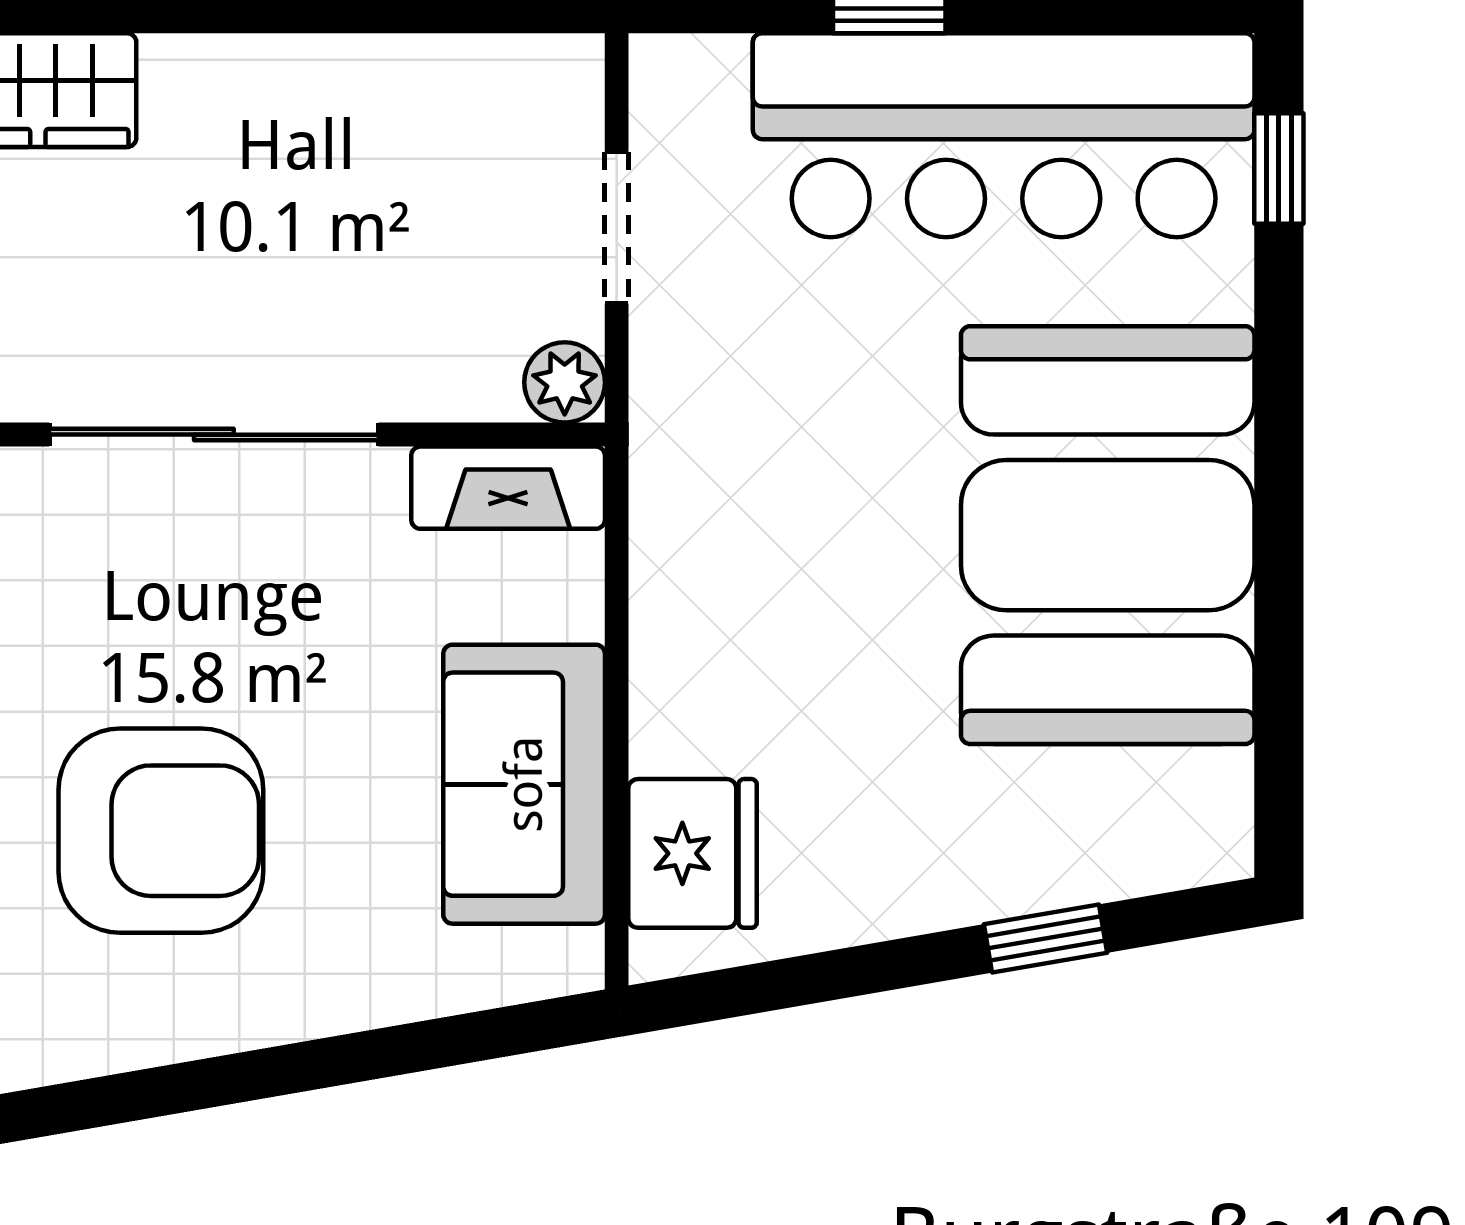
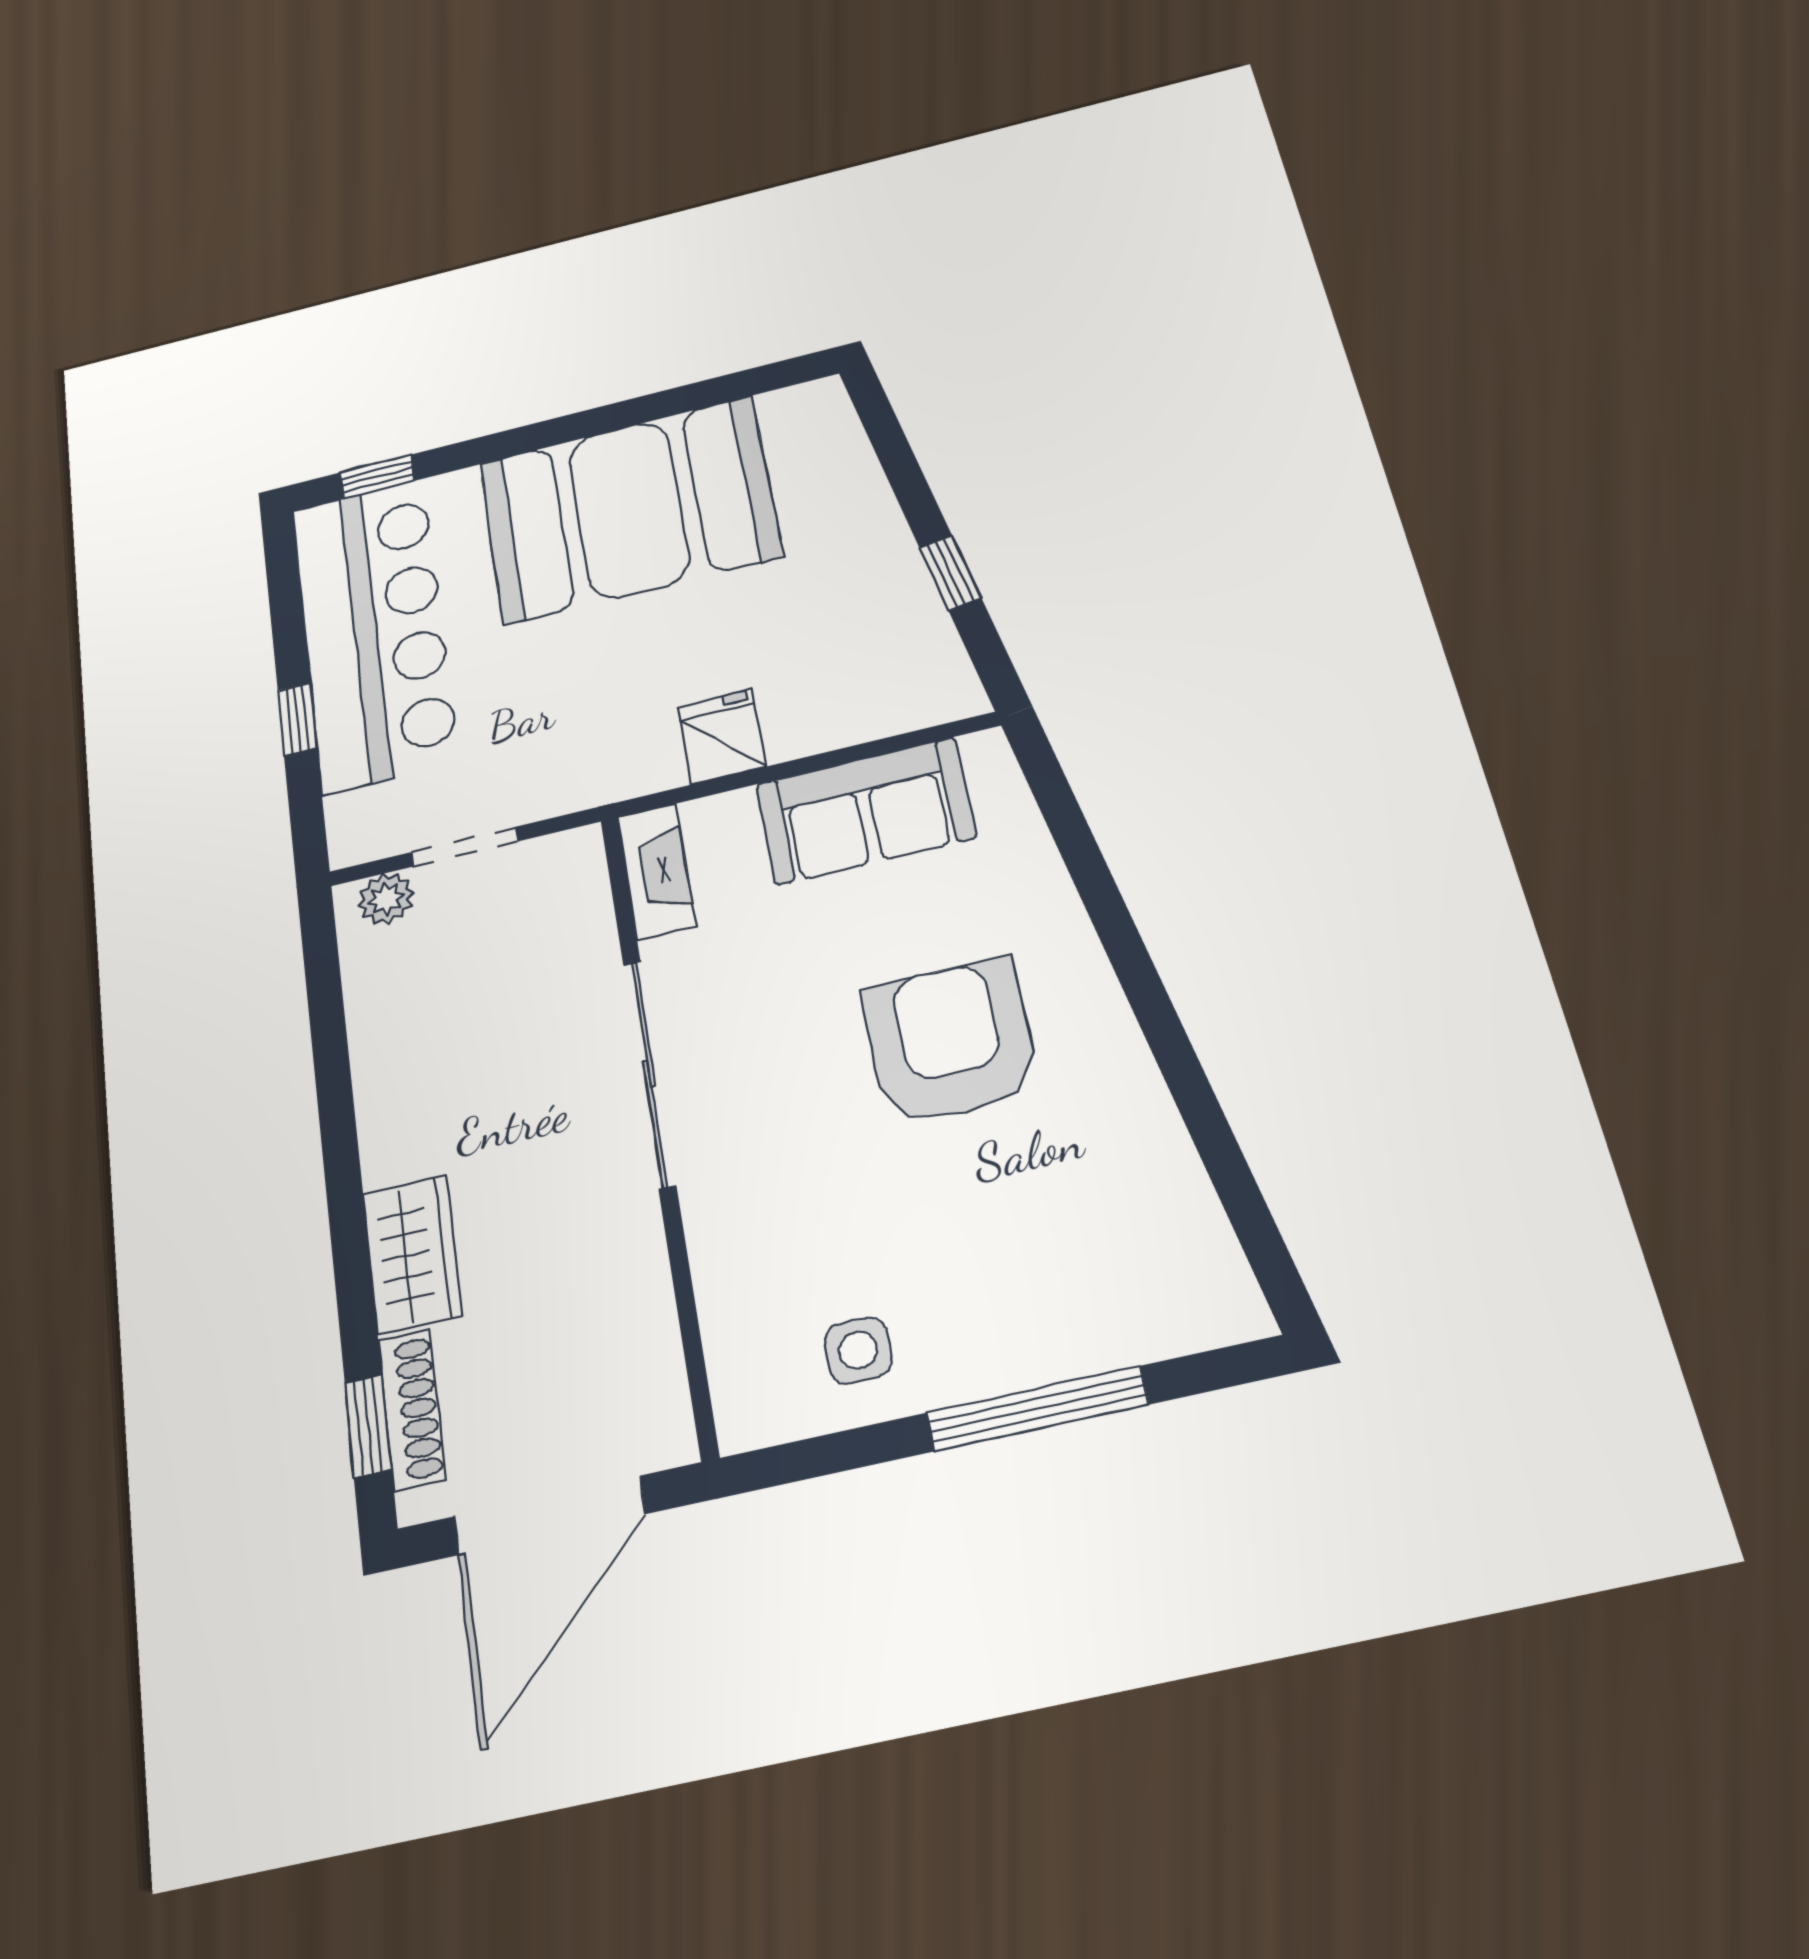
plant: (565, 382) -> (386, 899), moved
fridge: (693, 853) -> (722, 737), moved, width x0.72
window: (1046, 939) -> (950, 573), moved

